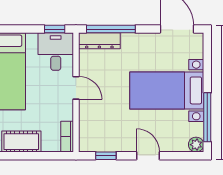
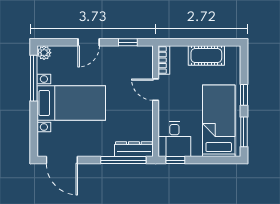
door: (76, 88) -> (156, 90), moved
door: (148, 156) -> (89, 42), hinge flipped

